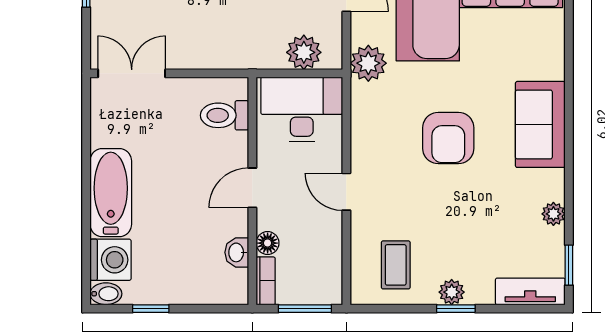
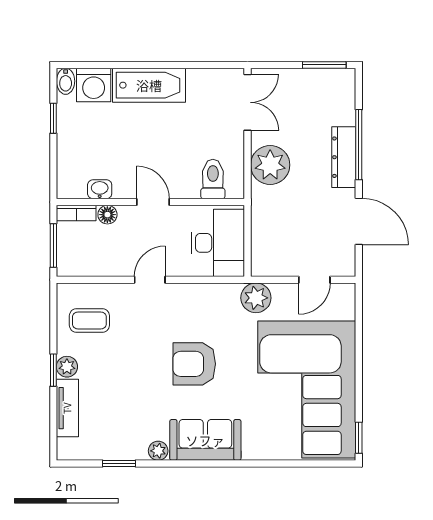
plant: (304, 52) -> (270, 165), moved, width x1.36, depth x1.36
plant: (553, 214) -> (158, 451), moved
window: (569, 265) -> (119, 464), moved
tv unit: (530, 291) -> (67, 408), moved

